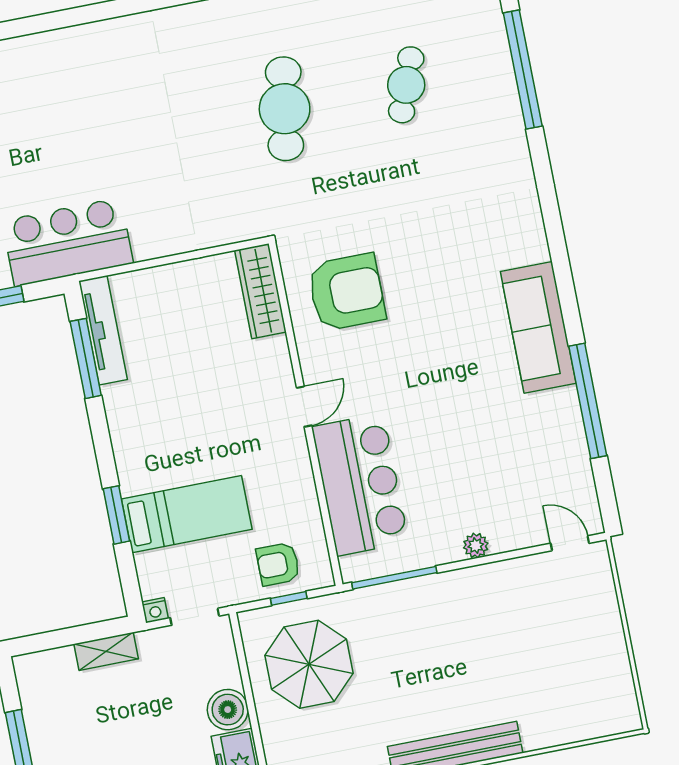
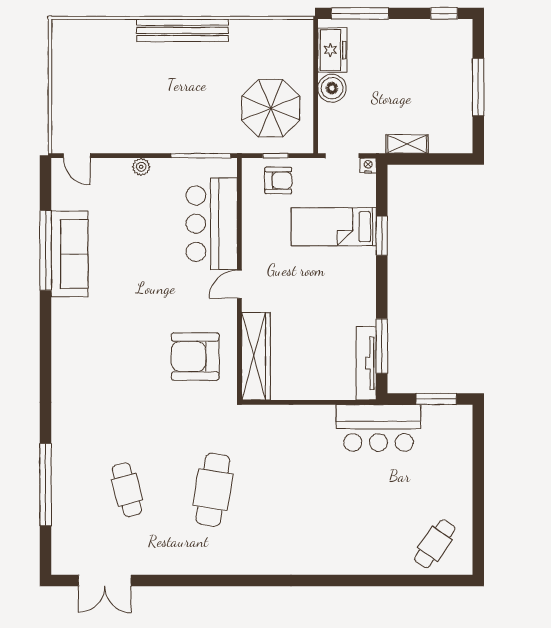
cafe table: (406, 85) -> (127, 490), turned -36
wardrobe: (260, 291) -> (256, 356), width x1.40, depth x1.17
sofa: (538, 327) -> (69, 254), moved

